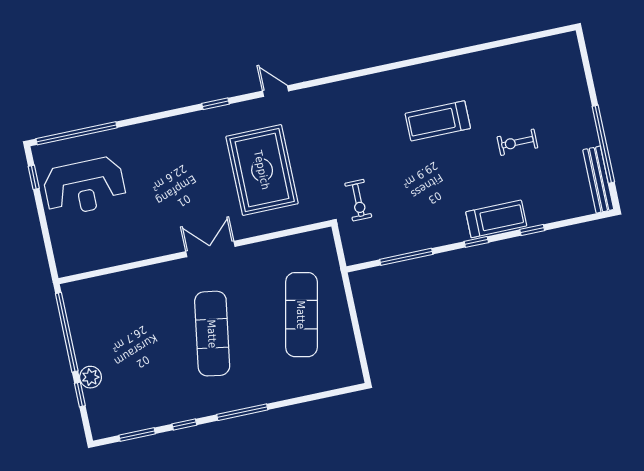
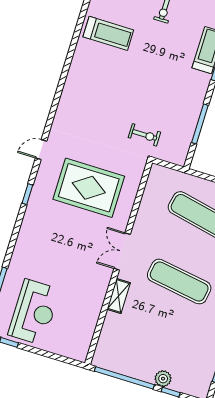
treadmill: (438, 121) -> (108, 33), moved, turned -90
shelving: (157, 273) -> (119, 296), added

